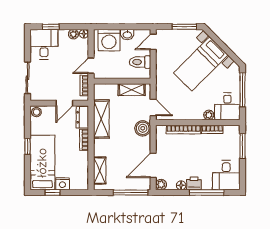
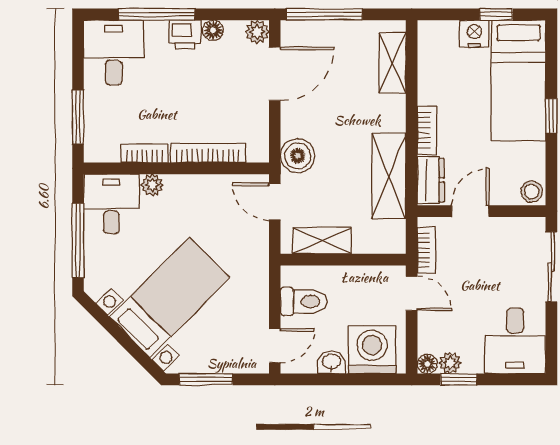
window: (51, 27) -> (459, 379), moved
door: (91, 66) -> (412, 294), hinge flipped

